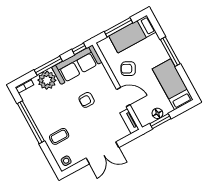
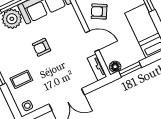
armchair: (87, 100) -> (42, 47), moved
floor lamp: (157, 113) -> (115, 67), moved

